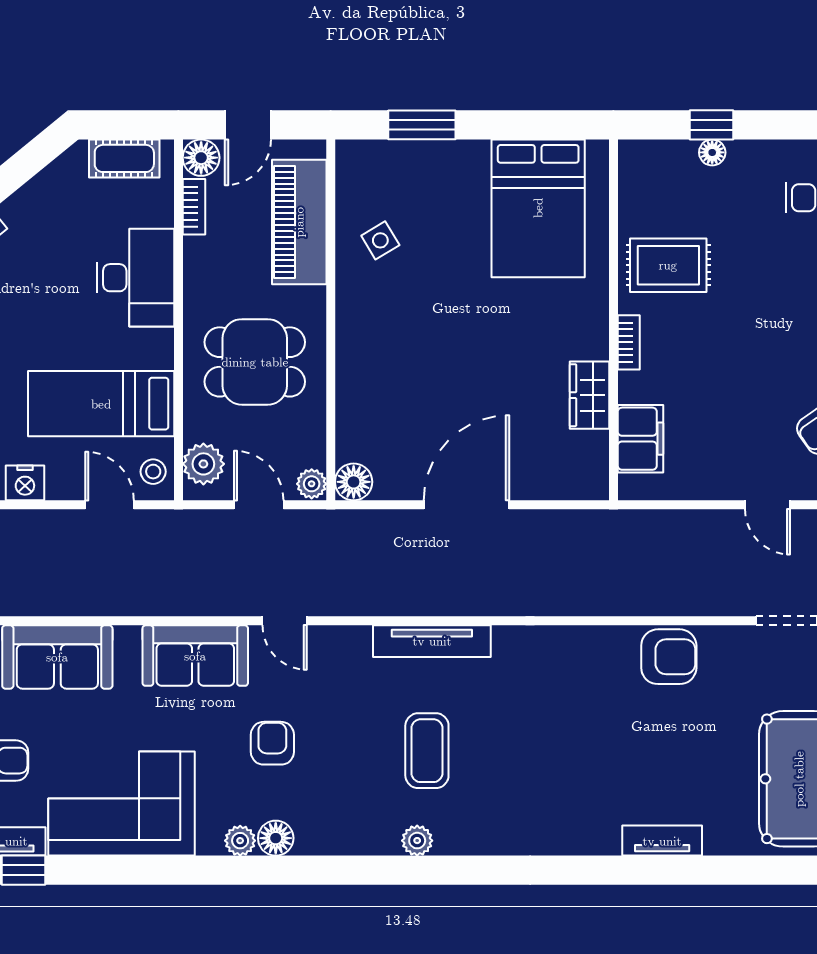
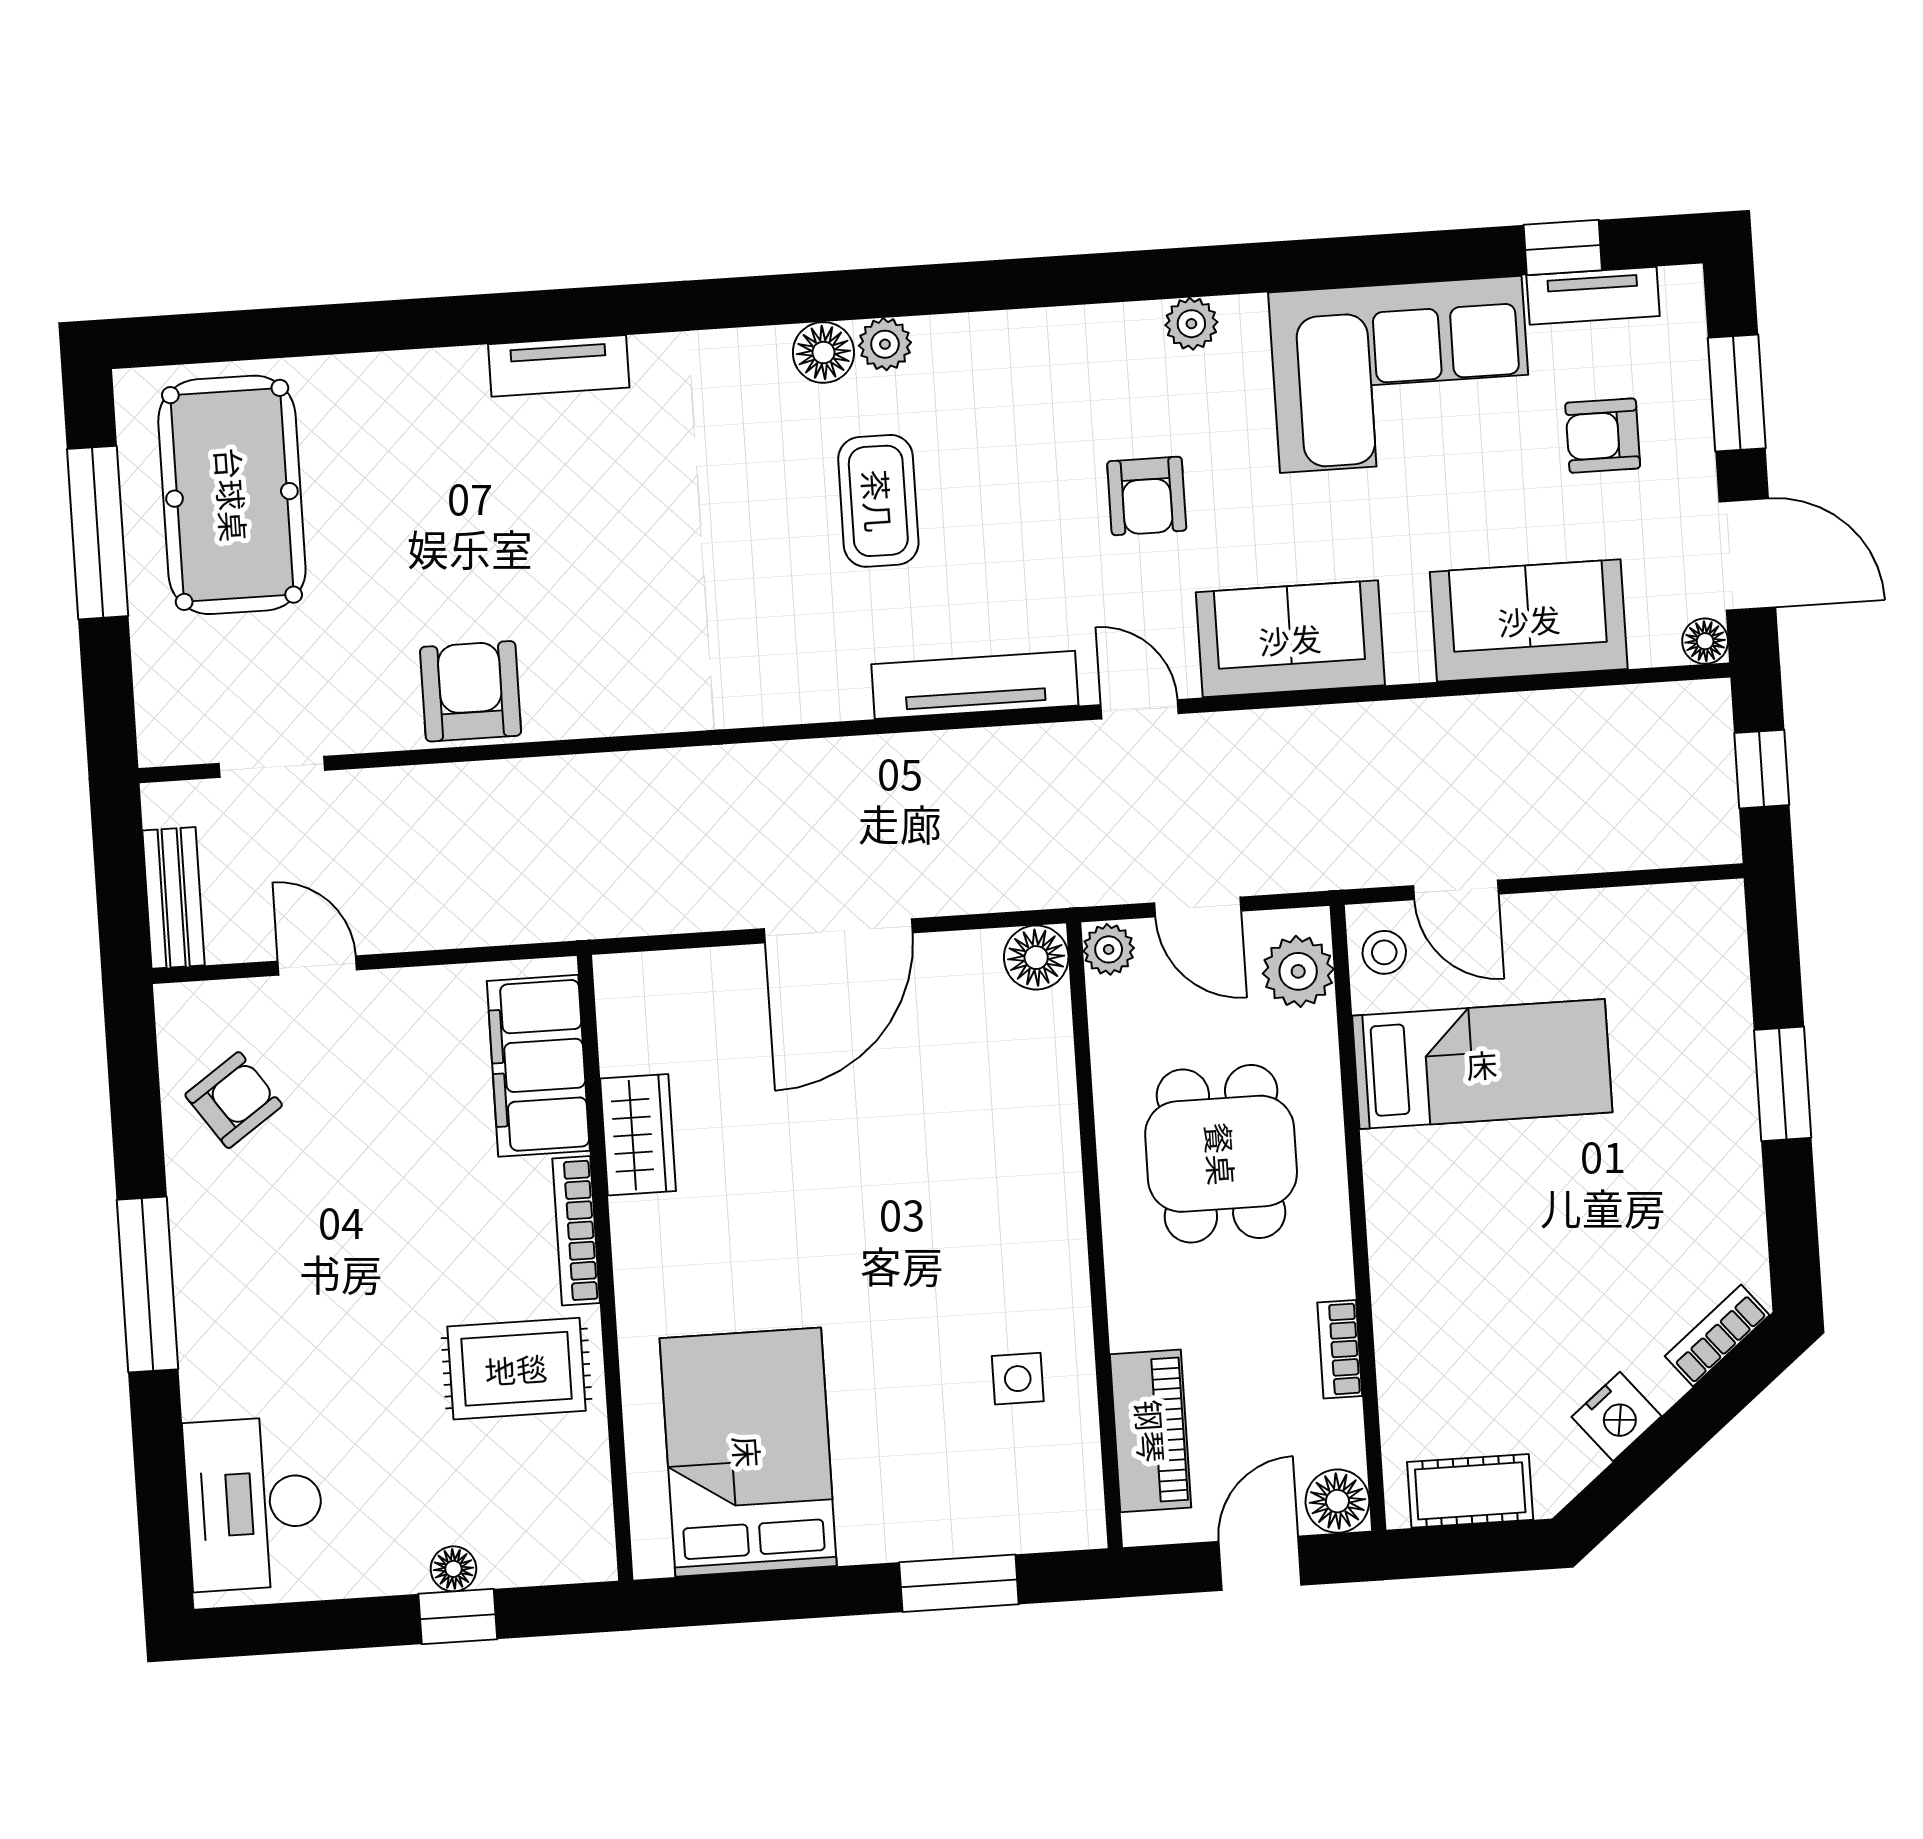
bookcase: (194, 207) -> (1340, 1349), moved
piano: (299, 222) -> (1151, 1431), width x0.73, depth x0.75
side table: (380, 240) -> (1018, 1379), turned 31
desk: (136, 278) -> (1437, 1286), removed
bookcase: (629, 342) -> (576, 1231), width x1.56
dining table: (255, 362) -> (1221, 1154), turned 90
filing cabinet: (640, 439) -> (538, 1066), width x1.50, depth x1.17
nightstand: (25, 483) -> (1617, 1417), moved, turned 141
tv unit: (432, 641) -> (975, 685), moved
armchair: (669, 657) -> (471, 691), turned 90
floor lamp: (276, 838) -> (823, 352), moved
tv unit: (662, 841) -> (559, 366), moved

